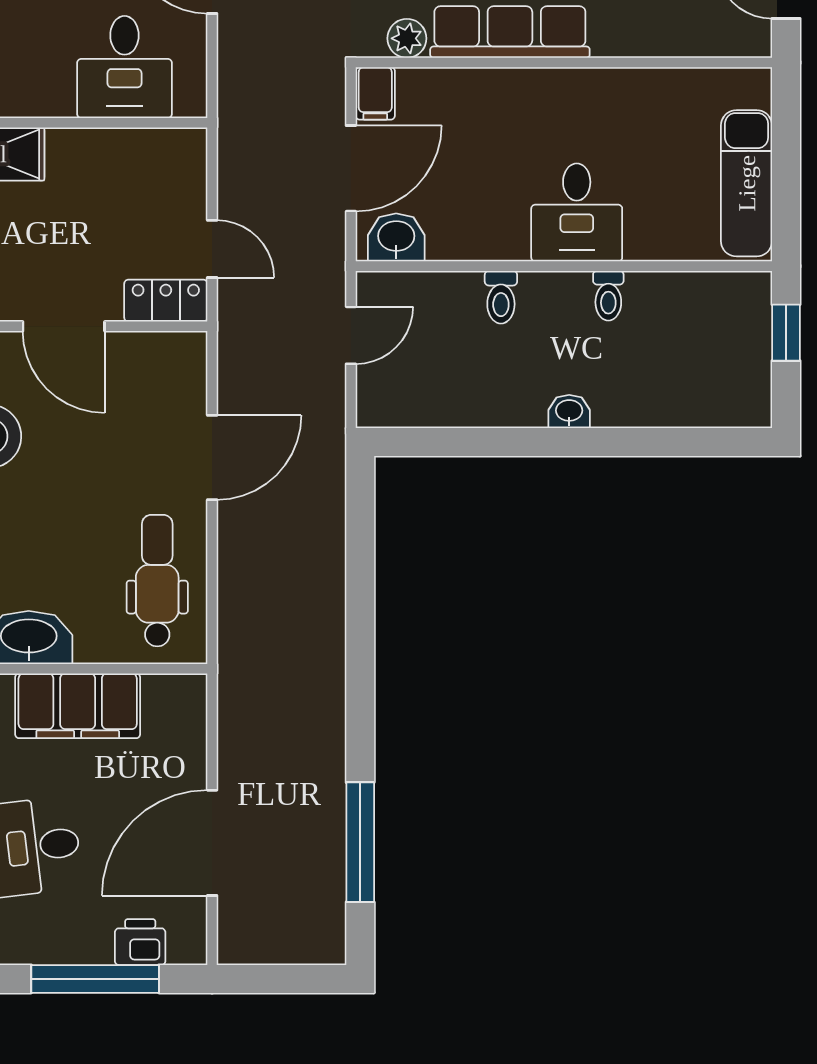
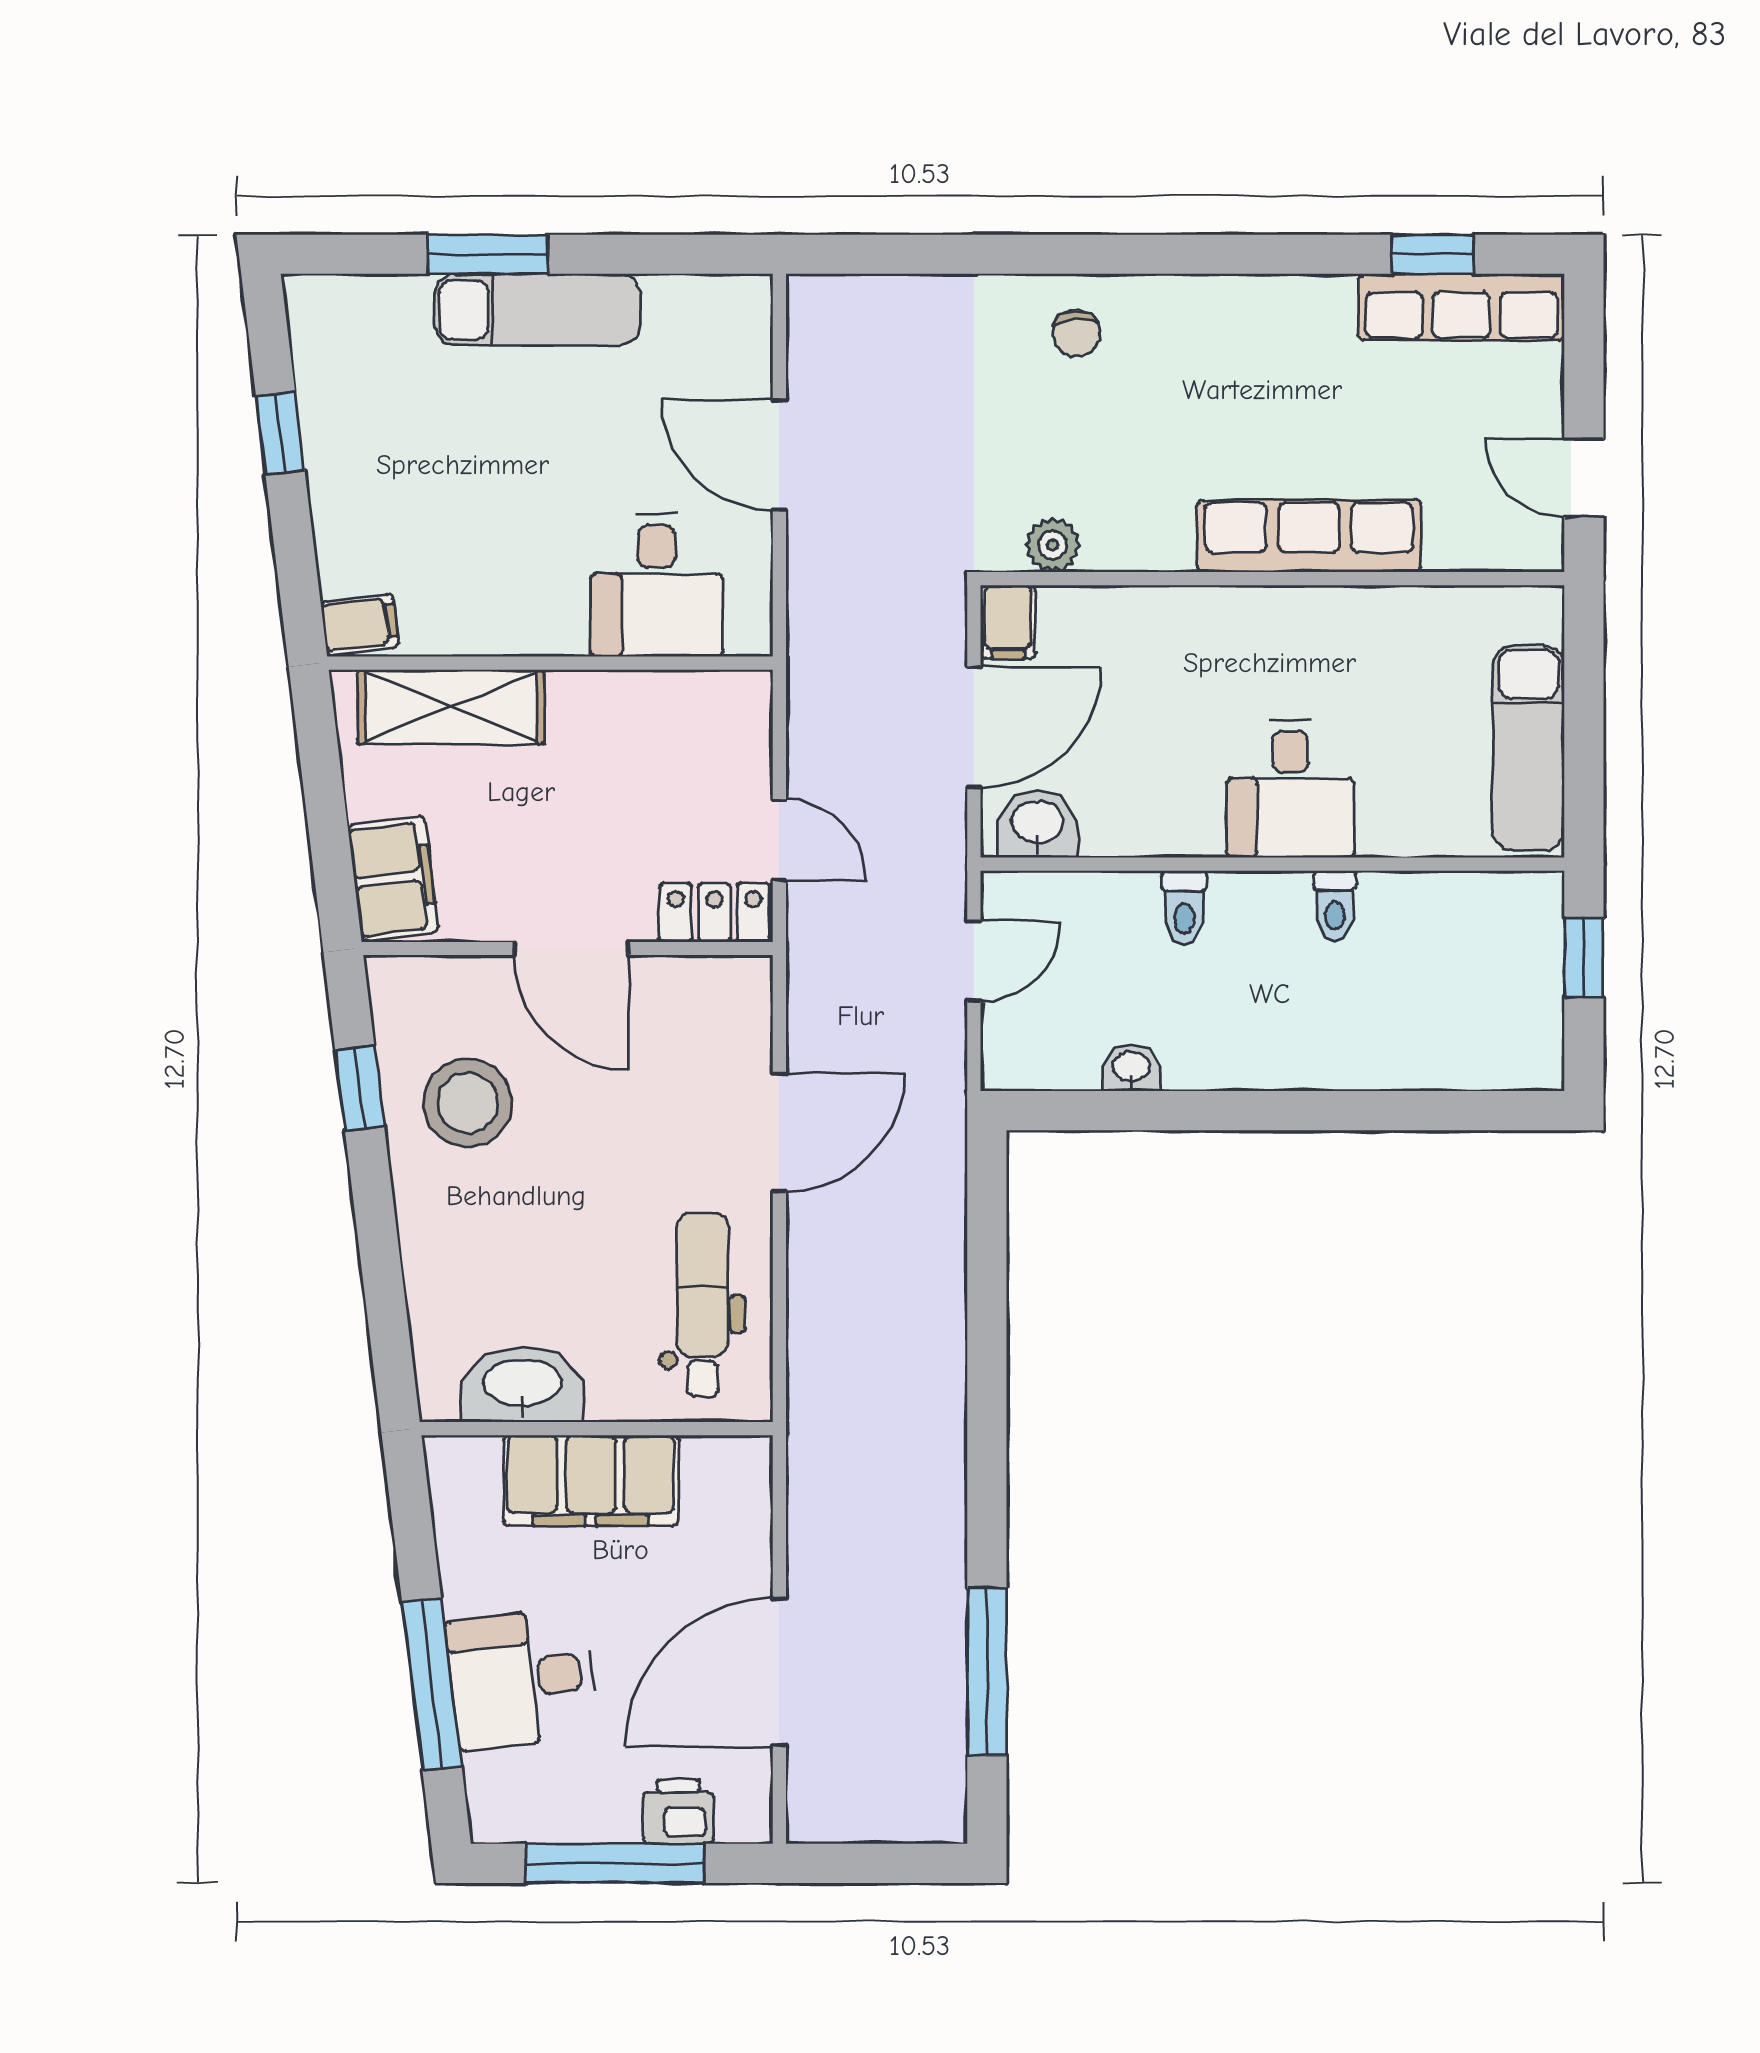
row of seats: (510, 32) -> (1309, 536), moved
washbasin: (569, 411) -> (1132, 1068), moved

